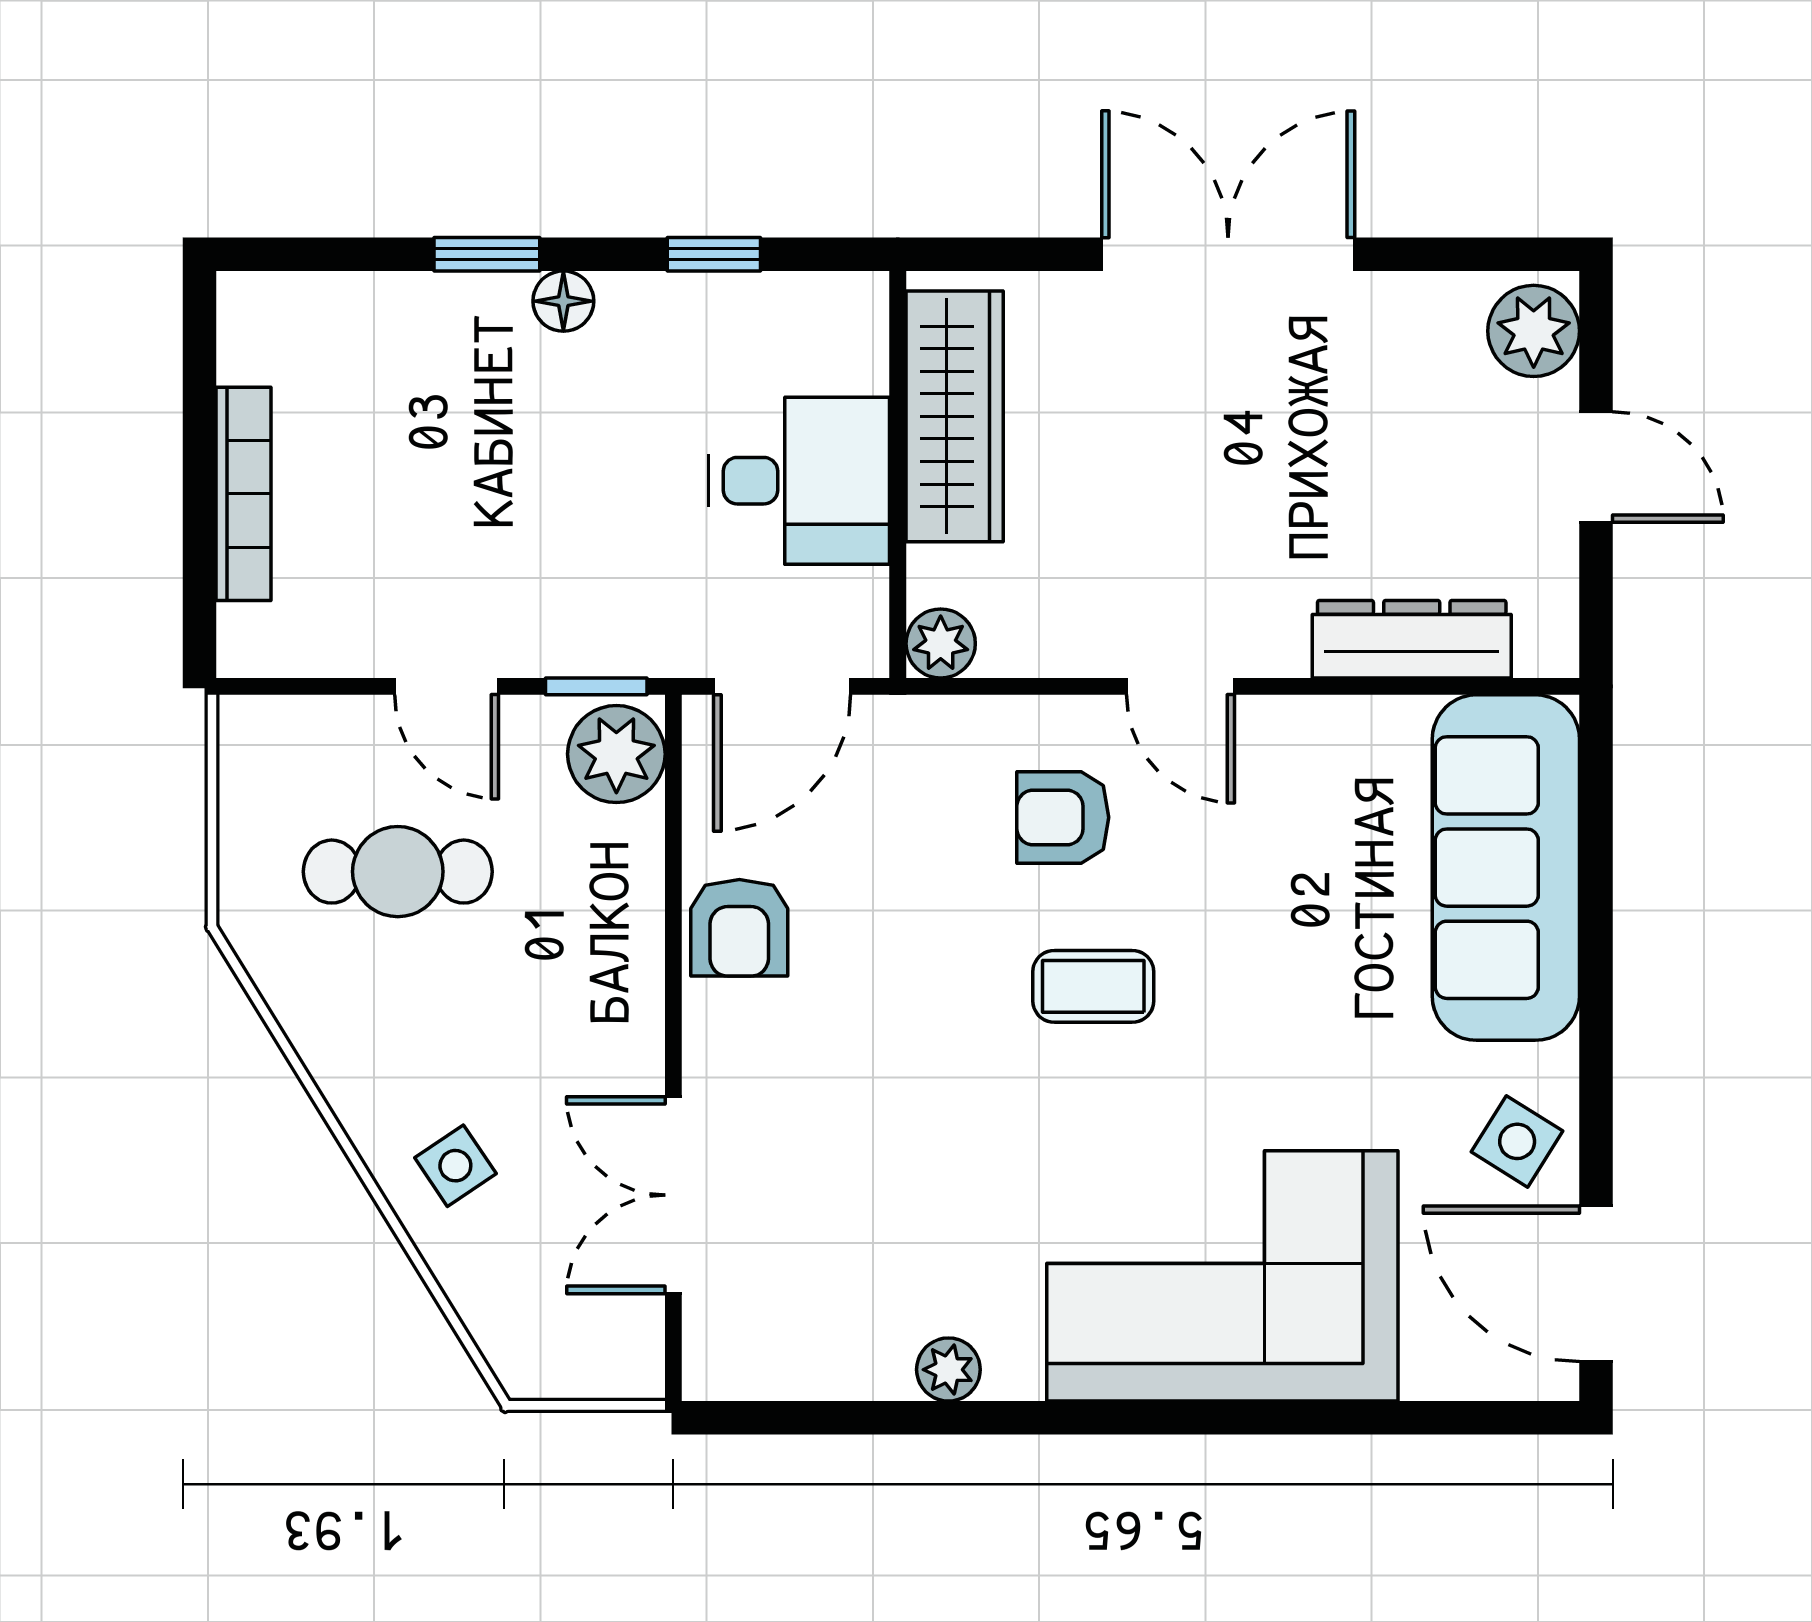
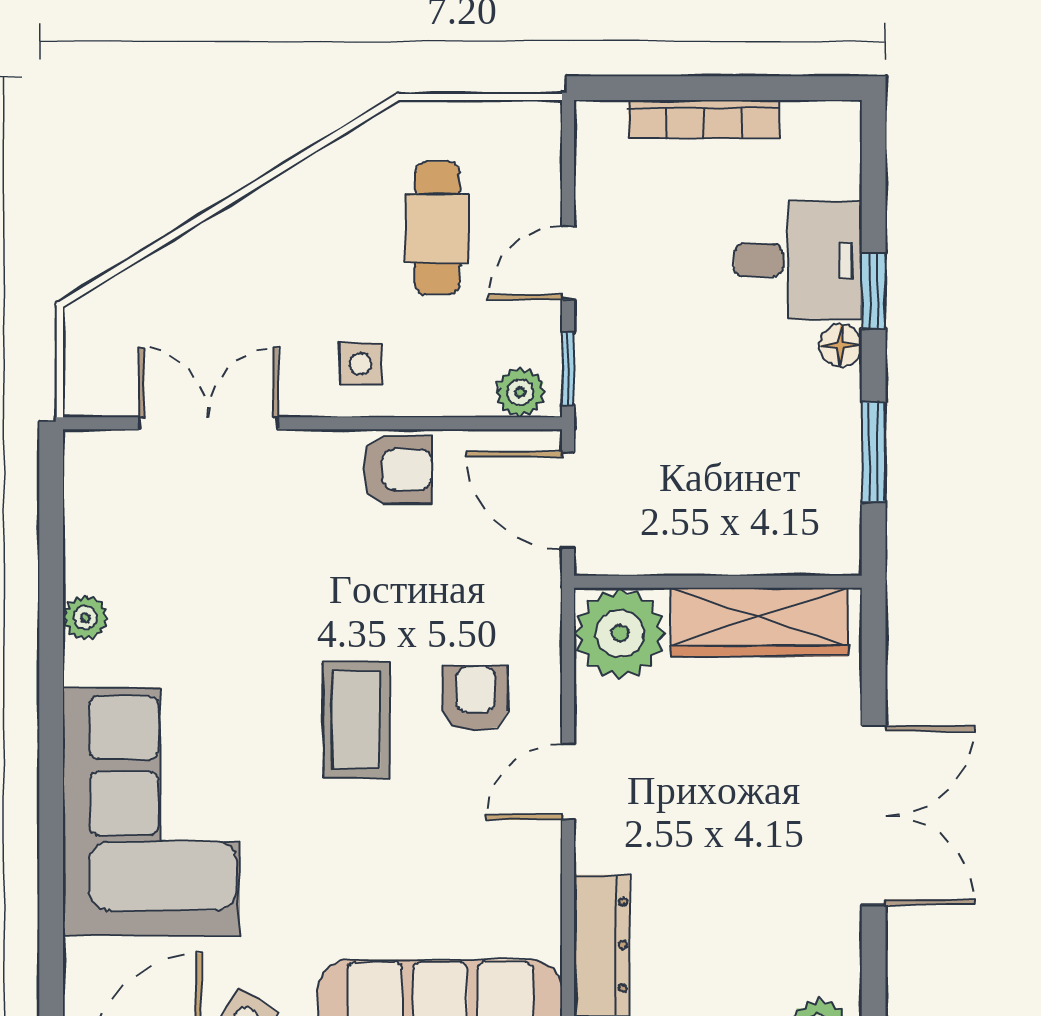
window: (714, 254) -> (874, 452), width x1.50
desk: (799, 481) -> (798, 260), moved, turned -90
plant: (941, 644) -> (620, 633), width x1.87, depth x1.87
plant: (616, 754) -> (520, 392), width x0.73, depth x0.73
armchair: (739, 928) -> (397, 470), turned 180
coffee table: (1093, 986) -> (356, 720), width x1.36, depth x1.30
side table: (455, 1166) -> (361, 364), moved, turned 34

